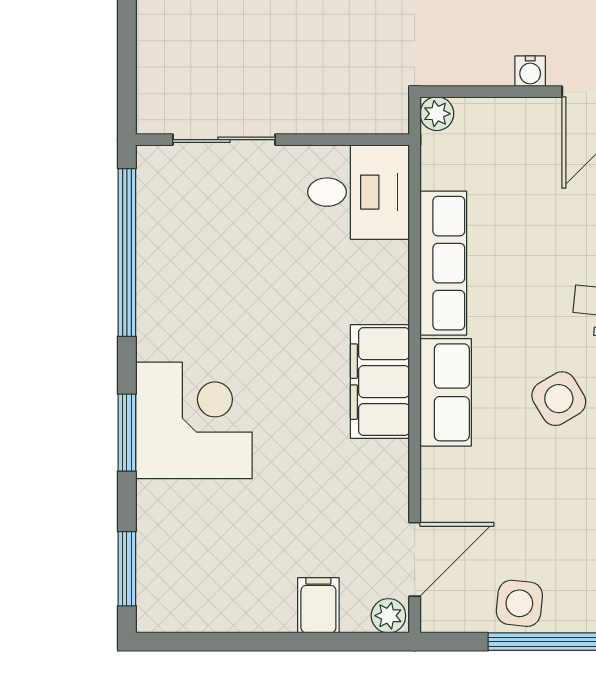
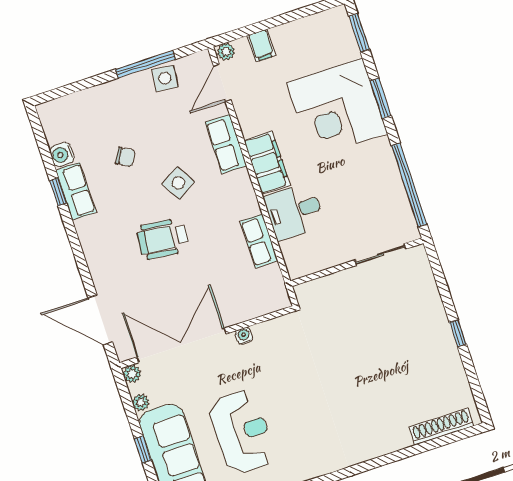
plant: (437, 114) -> (282, 301), removed
desk: (359, 192) -> (294, 211), moved
row of seats: (443, 263) -> (259, 241), width x0.68
row of seats: (446, 392) -> (226, 144), moved
corner desk: (194, 420) -> (337, 108), width x1.36, depth x1.36

